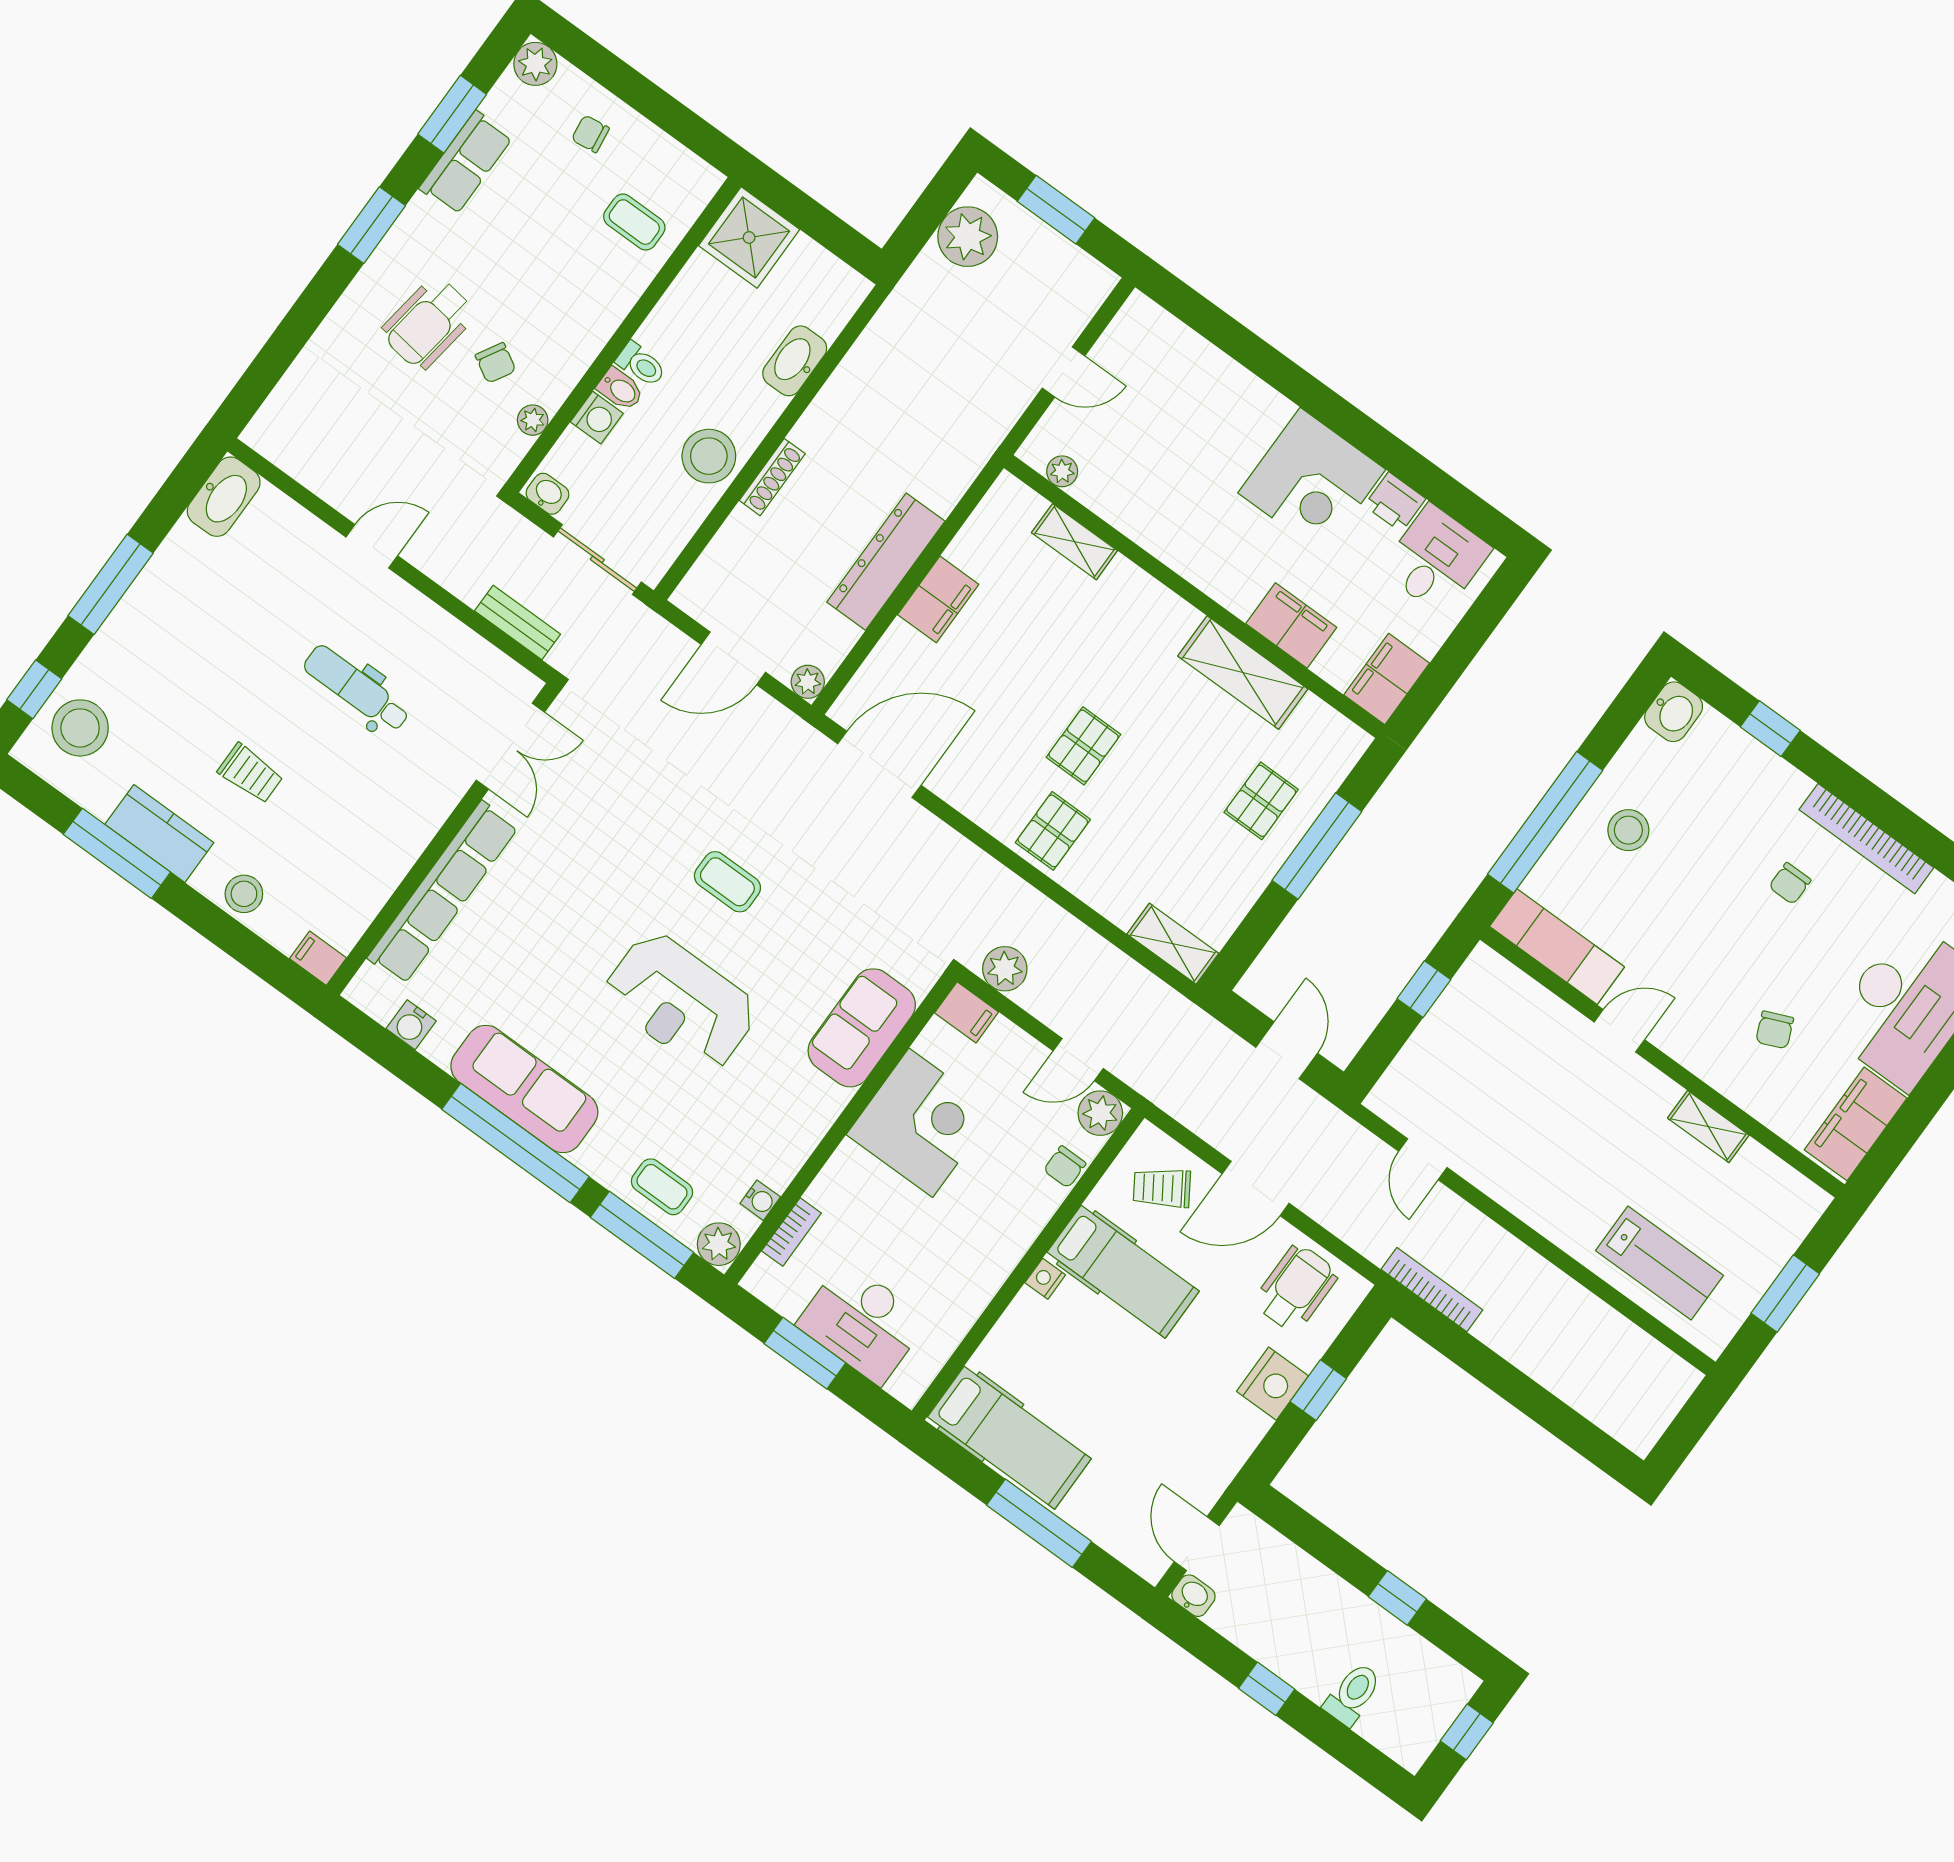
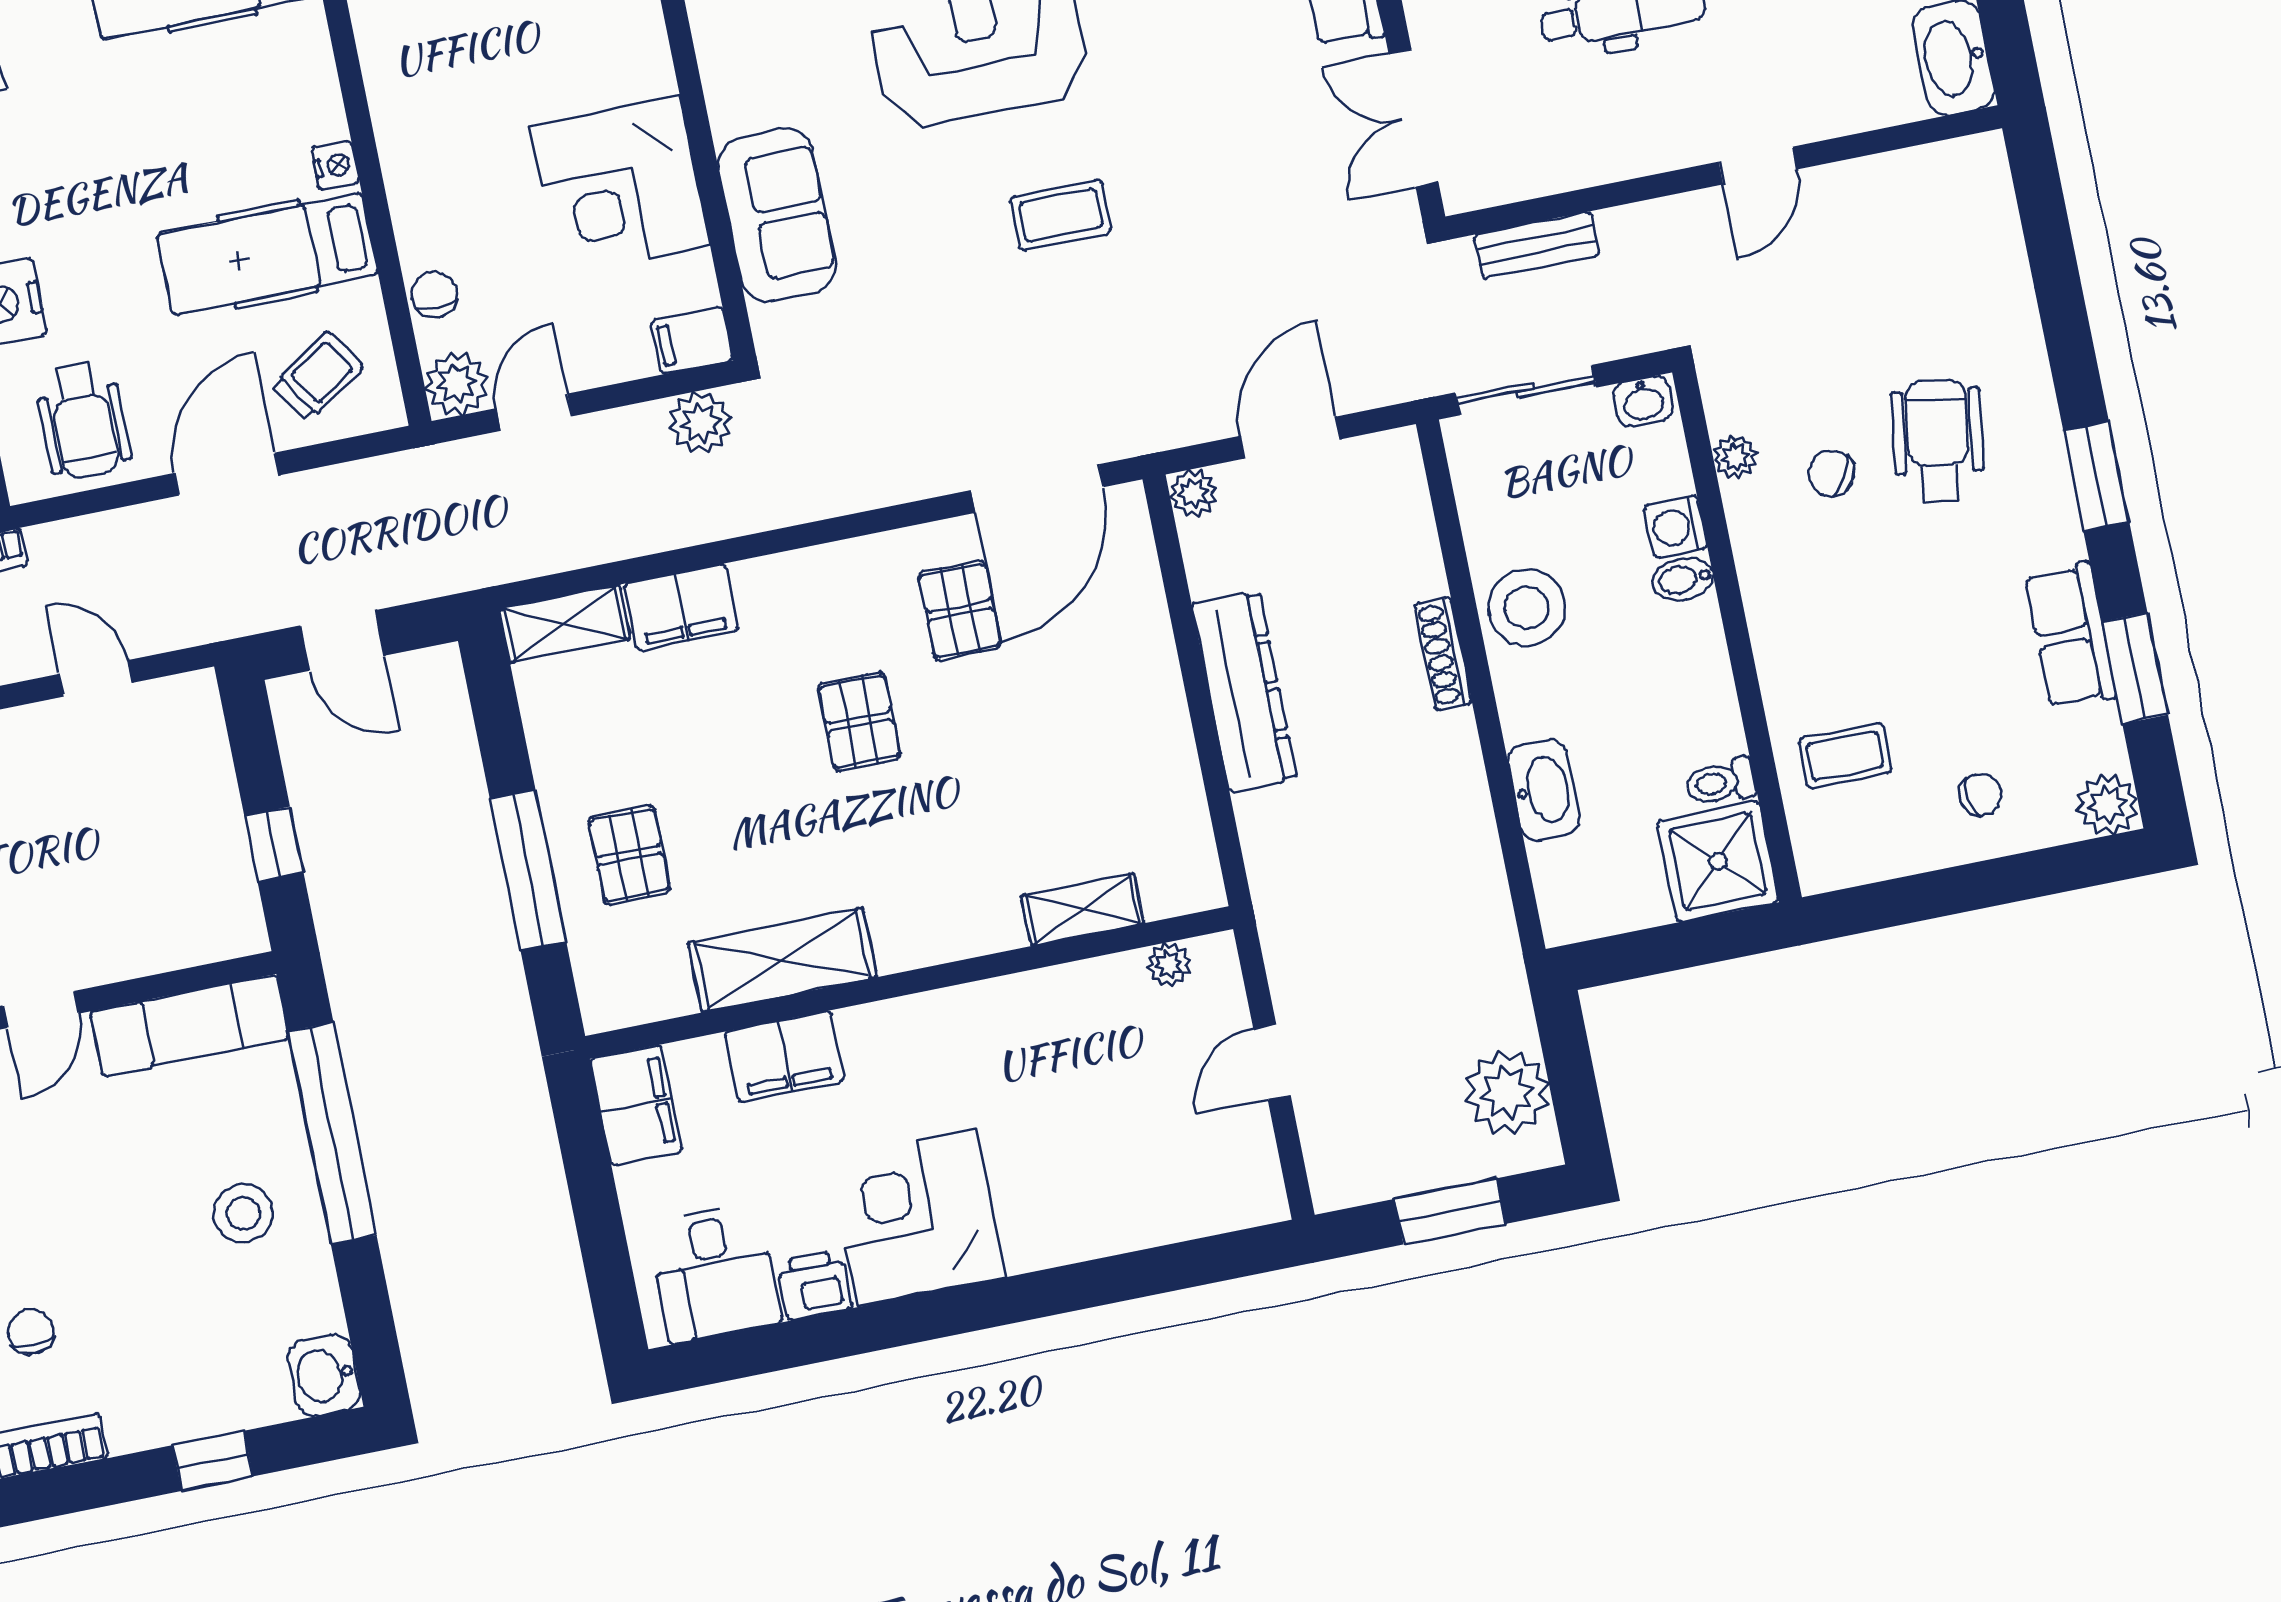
toilet: (641, 364) -> (1721, 782), moved
filing cabinet: (938, 599) -> (681, 607), moved, turned -90
pallet: (1053, 831) -> (960, 610), moved

